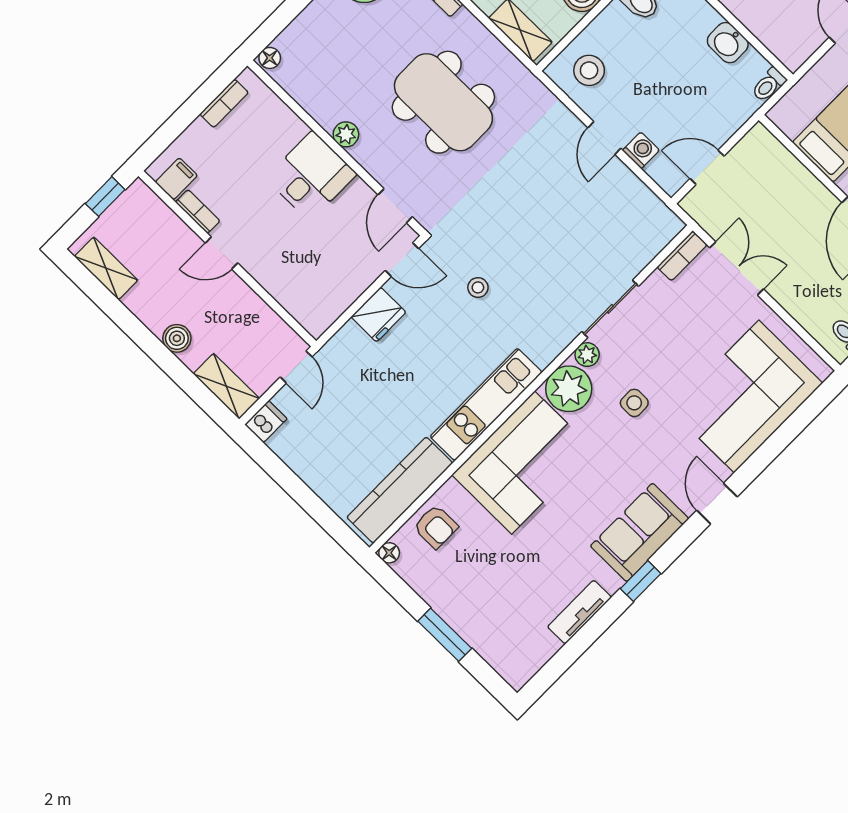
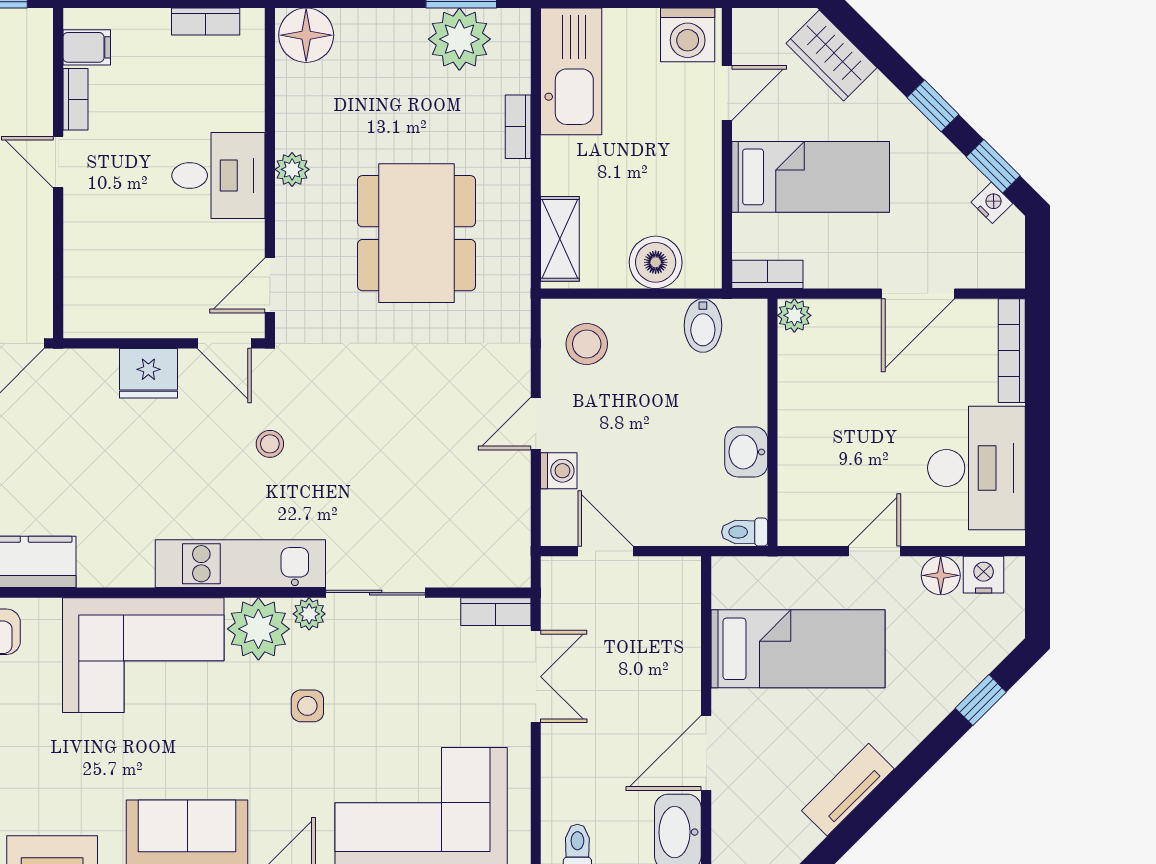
floor lamp: (270, 58) -> (306, 35), width x1.89, depth x1.89
kitchen unit: (486, 404) -> (240, 564), moved

